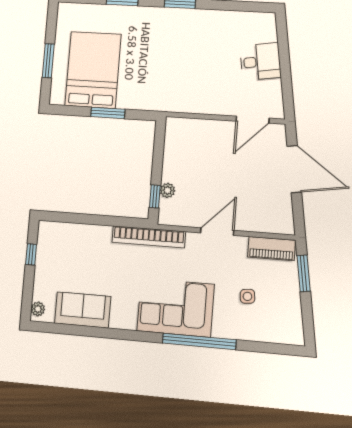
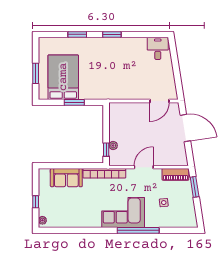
desk: (260, 62) -> (158, 48), moved, turned -81
window: (31, 254) -> (36, 202), moved
sofa: (83, 310) -> (66, 178), moved, turned 180

